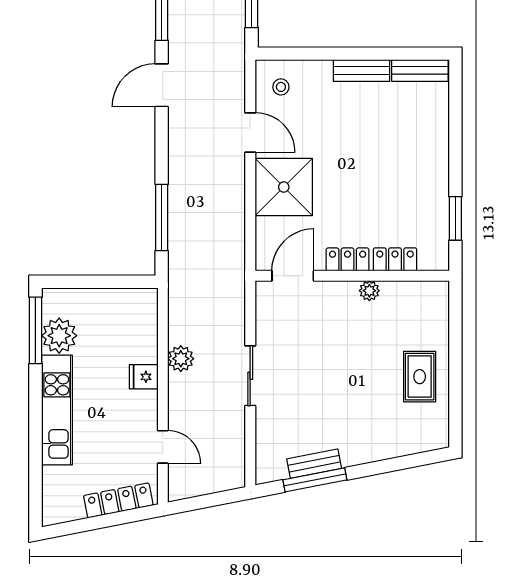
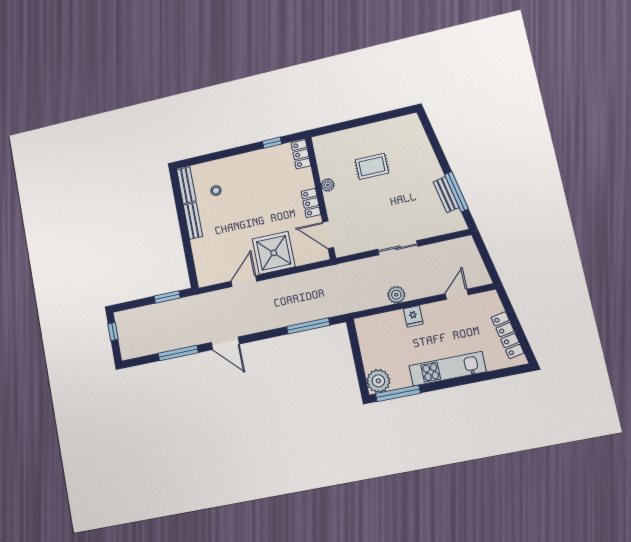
stool: (281, 87) -> (216, 191), moved
window: (455, 218) -> (272, 143), width x0.67
locker: (395, 259) -> (301, 154), moved
plant: (59, 336) -> (378, 381), moved
rug: (420, 377) -> (372, 166), moved
locker: (118, 500) -> (507, 335), moved

